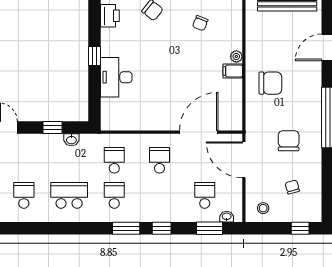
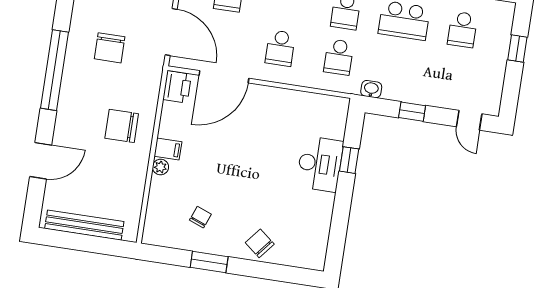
printer: (110, 16) -> (177, 87), moved, turned 180
window: (94, 56) -> (349, 160), moved
washbasin: (71, 140) -> (371, 89), moved

